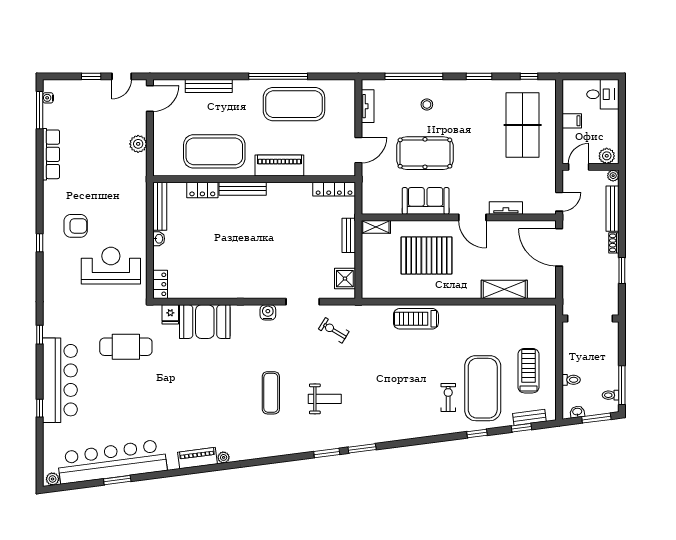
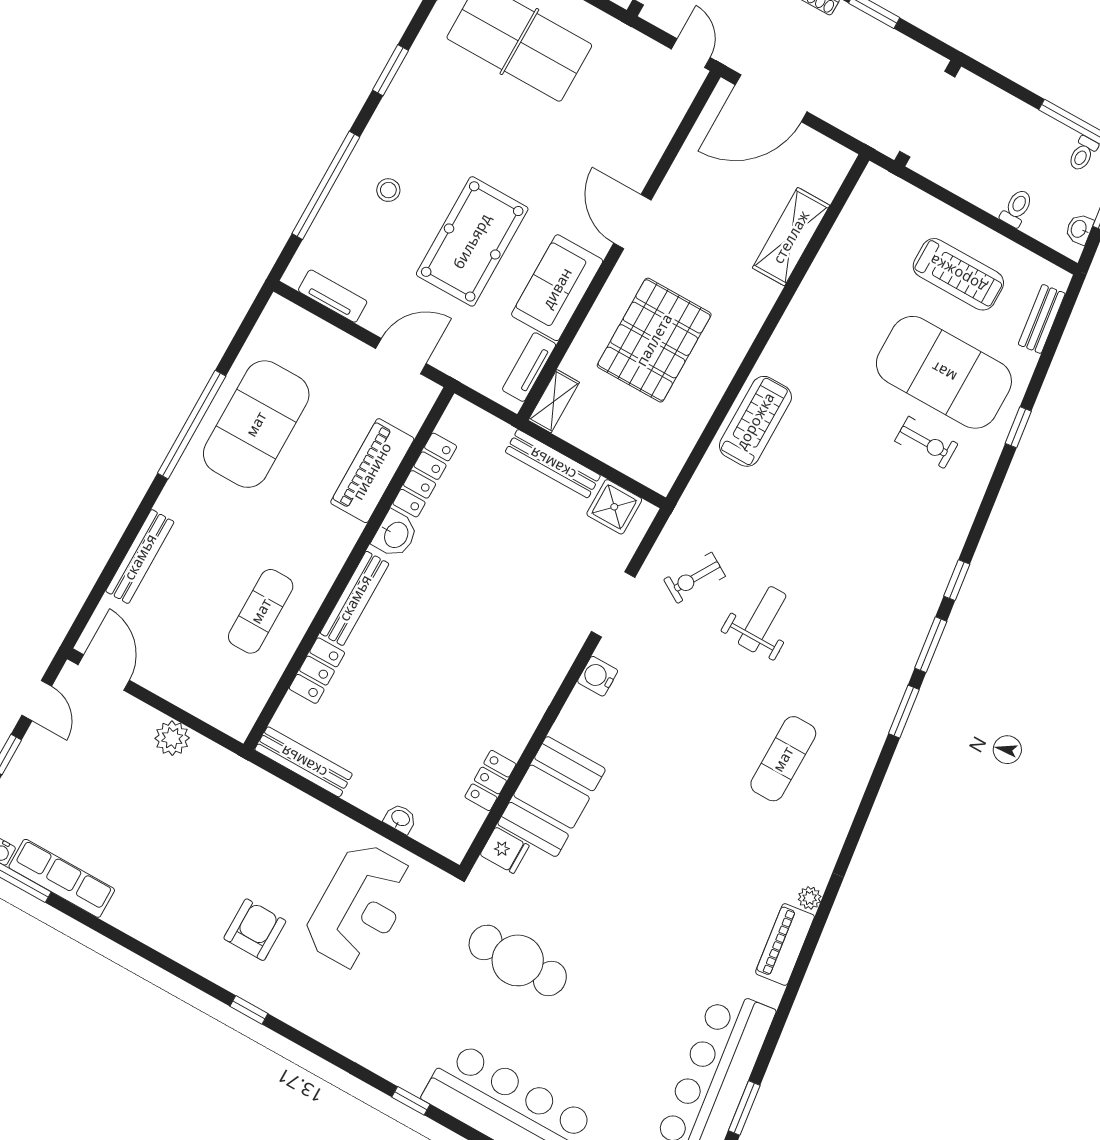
door: (358, 150) -> (401, 356), hinge flipped
exercise mat: (214, 151) -> (261, 611), width x0.50, depth x0.69
row of seats: (51, 154) -> (62, 878), moved
piano: (279, 165) -> (372, 471), moved
locker: (334, 189) -> (425, 475), moved
washbasin: (280, 191) -> (395, 534), added
tv unit: (506, 208) -> (529, 367), moved
door: (472, 217) -> (632, 222), swing flipped
bench: (349, 235) -> (553, 464), width x1.36
washbasin: (159, 239) -> (400, 819), moved
reception desk: (111, 266) -> (360, 907), turned 180
locker: (160, 284) -> (490, 780), moved, turned -90
treadmill: (416, 319) -> (755, 421), turned 180
cafe table: (126, 347) -> (518, 960), turned 90
treadmill: (528, 371) -> (958, 274), turned 180
exercise mat: (271, 393) -> (783, 759), moved, turned 90
exercise bike: (448, 398) -> (926, 442), turned 180
weight bench: (325, 399) -> (762, 619), moved
window: (521, 428) -> (957, 580), moved

